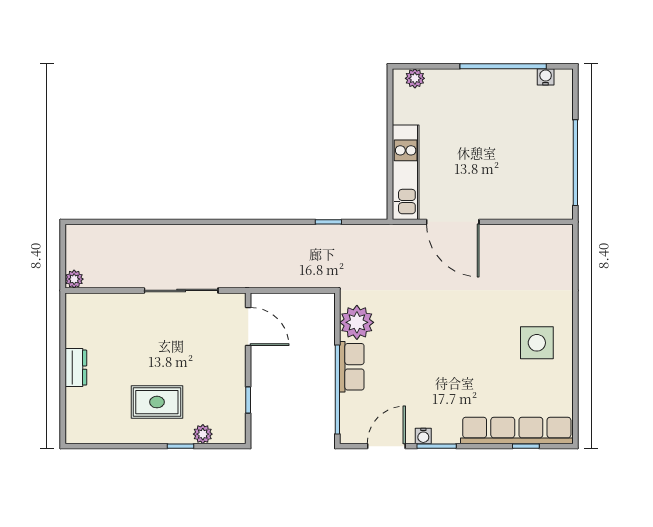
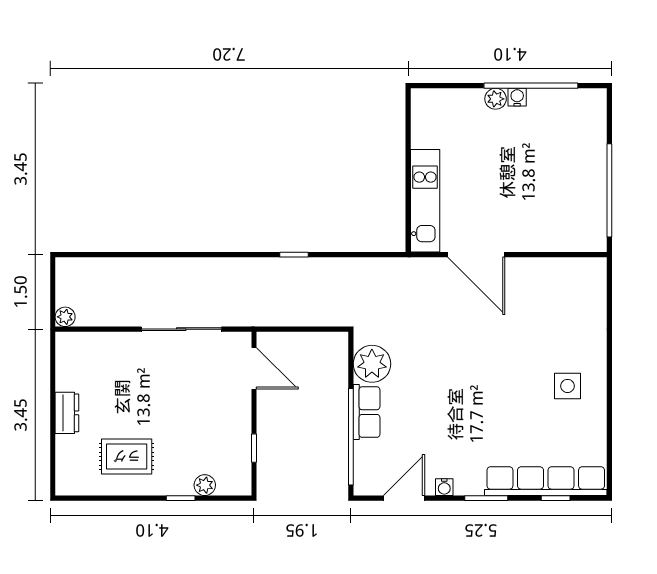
water cooler: (546, 77) -> (517, 97), moved
plant: (415, 78) -> (496, 99), moved
window: (328, 222) -> (294, 255), moved
side table: (537, 343) -> (567, 386), width x0.73, depth x0.73
rug: (157, 402) -> (127, 456), moved
window: (437, 446) -> (486, 498), moved

